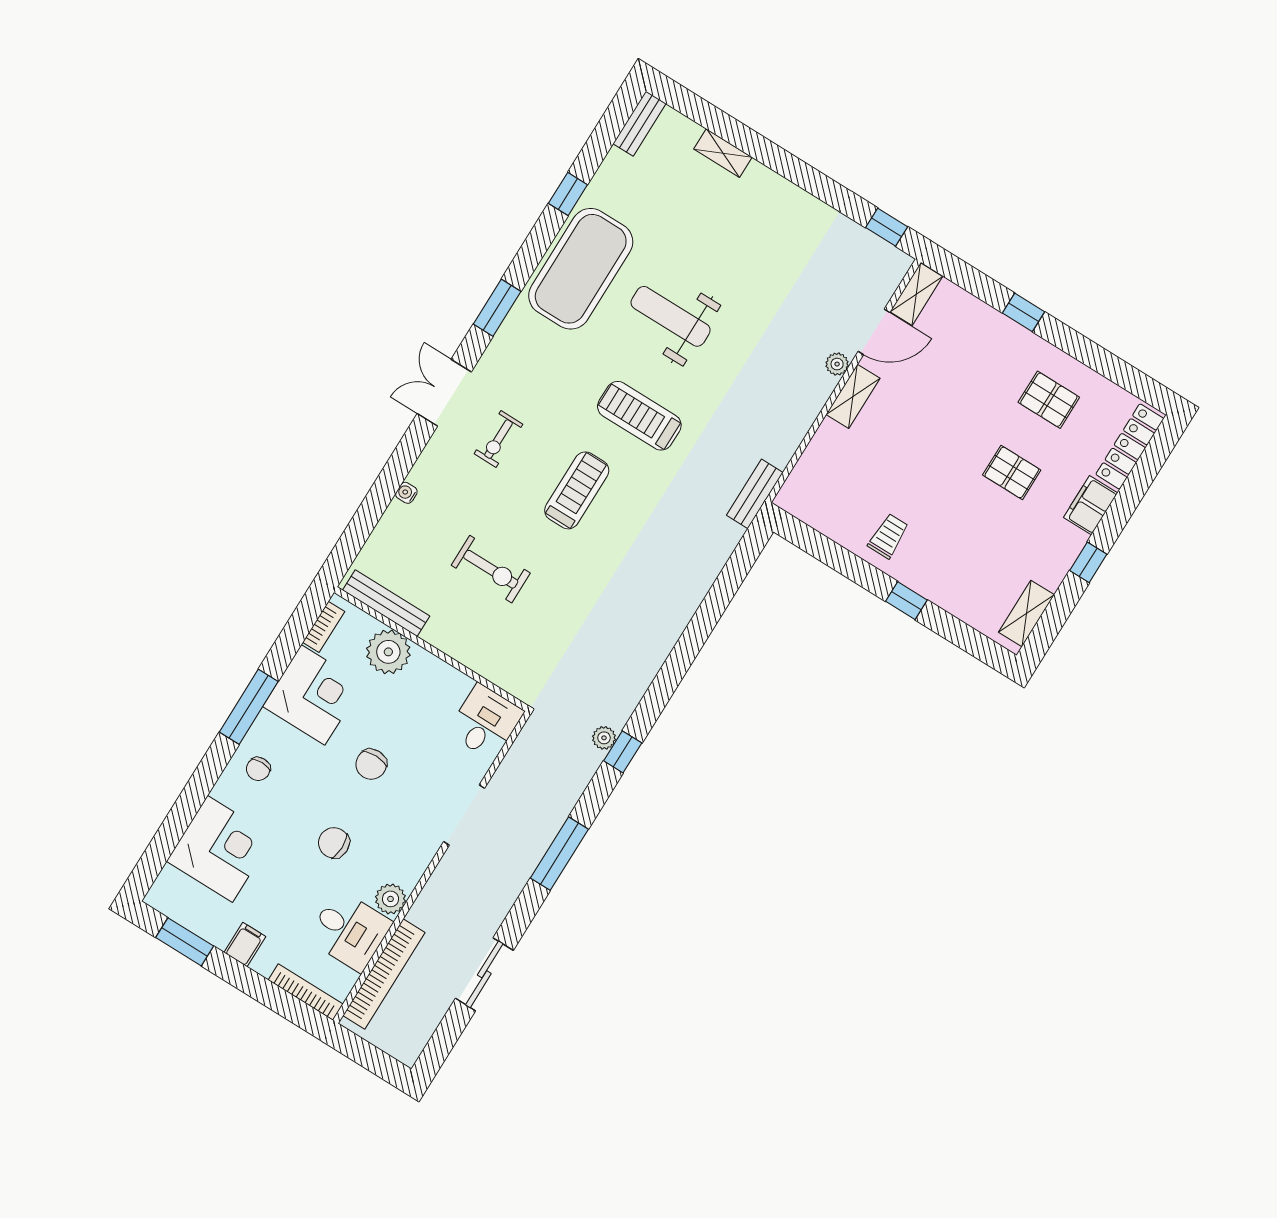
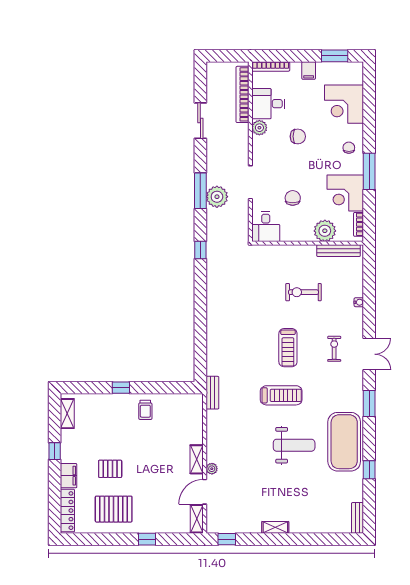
shelving: (723, 153) -> (275, 527), moved
pallet: (1049, 400) -> (114, 509), width x1.50, depth x1.42
plant: (604, 738) -> (217, 197), moved, width x1.88, depth x1.88
chair: (371, 764) -> (293, 198), moved

